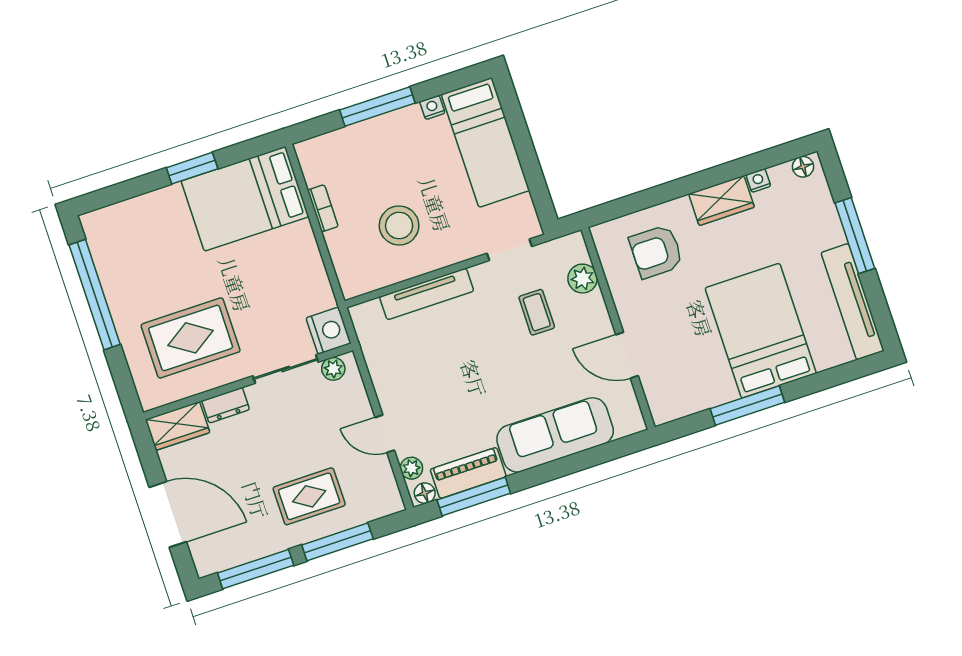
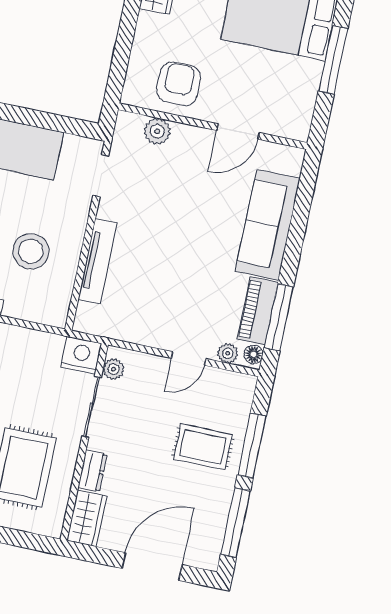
armchair: (656, 252) -> (179, 84), moved, turned 180
coffee table: (537, 312) -> (163, 183), removed
rug: (309, 496) -> (203, 447), turned 90

